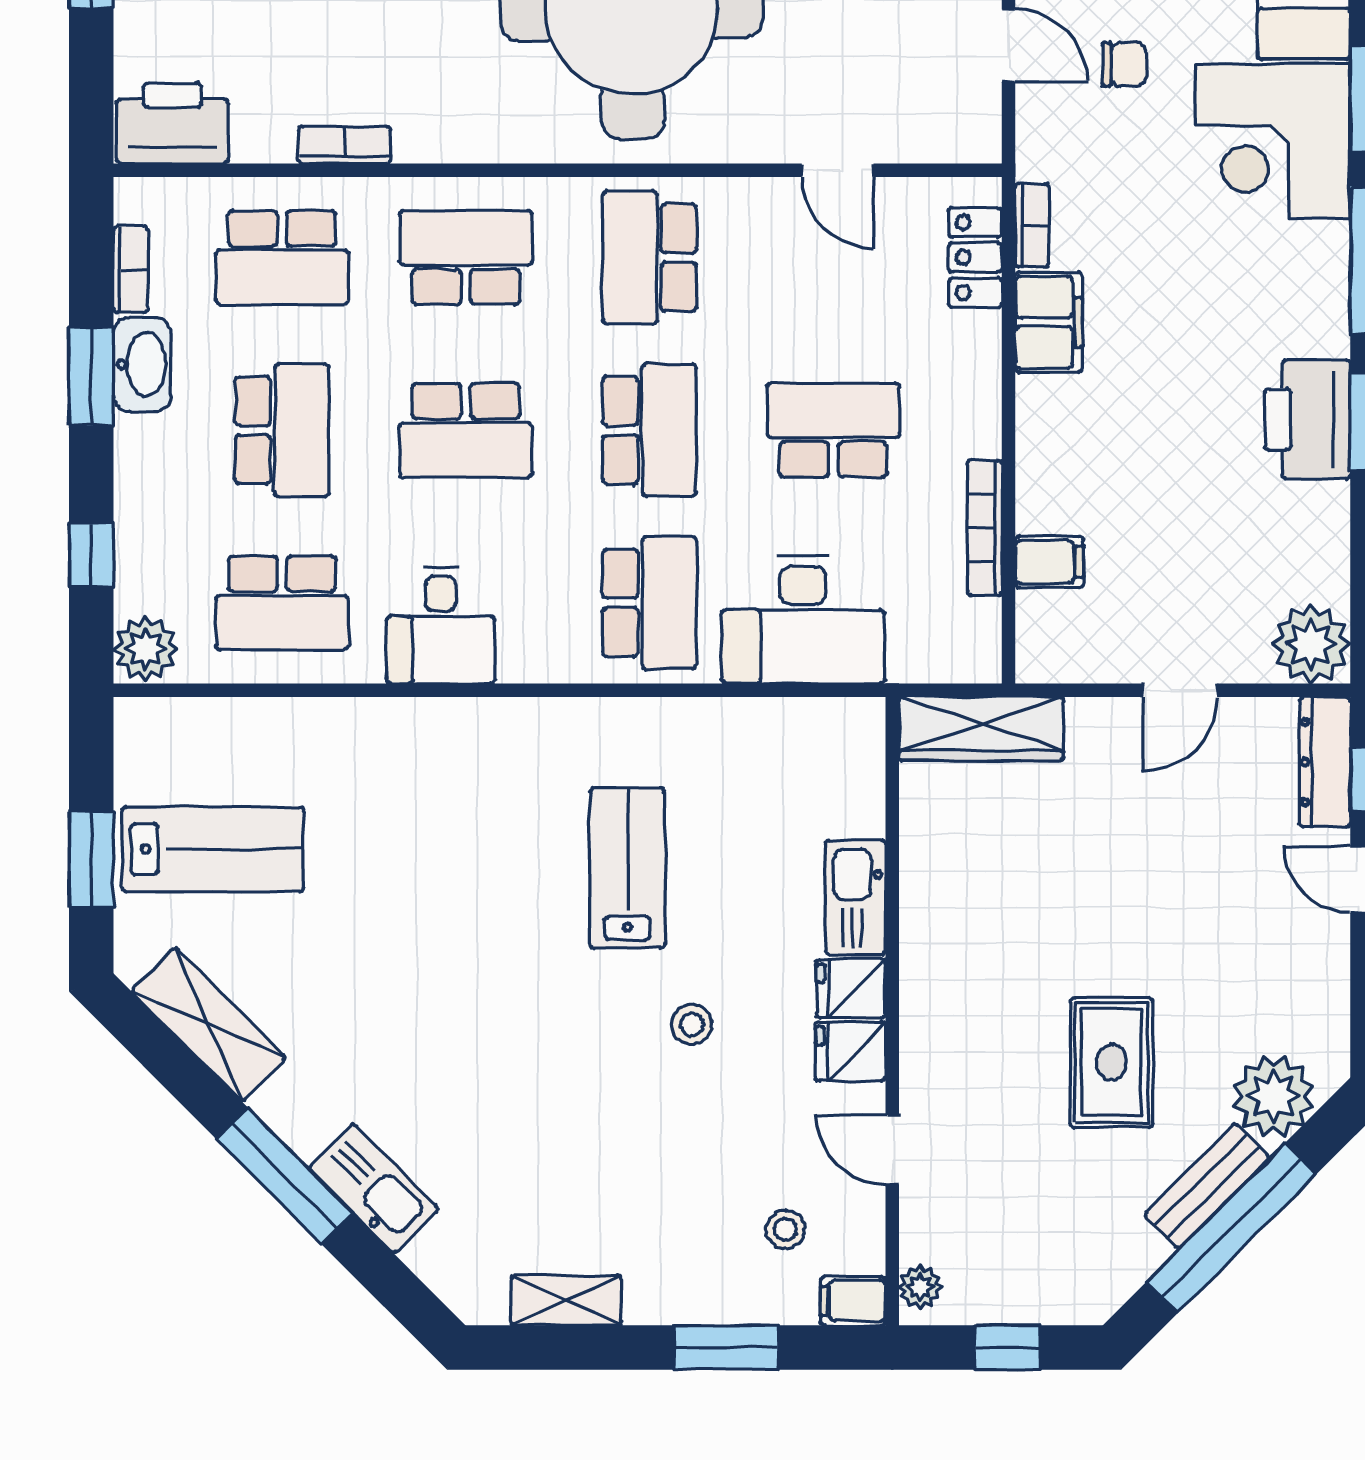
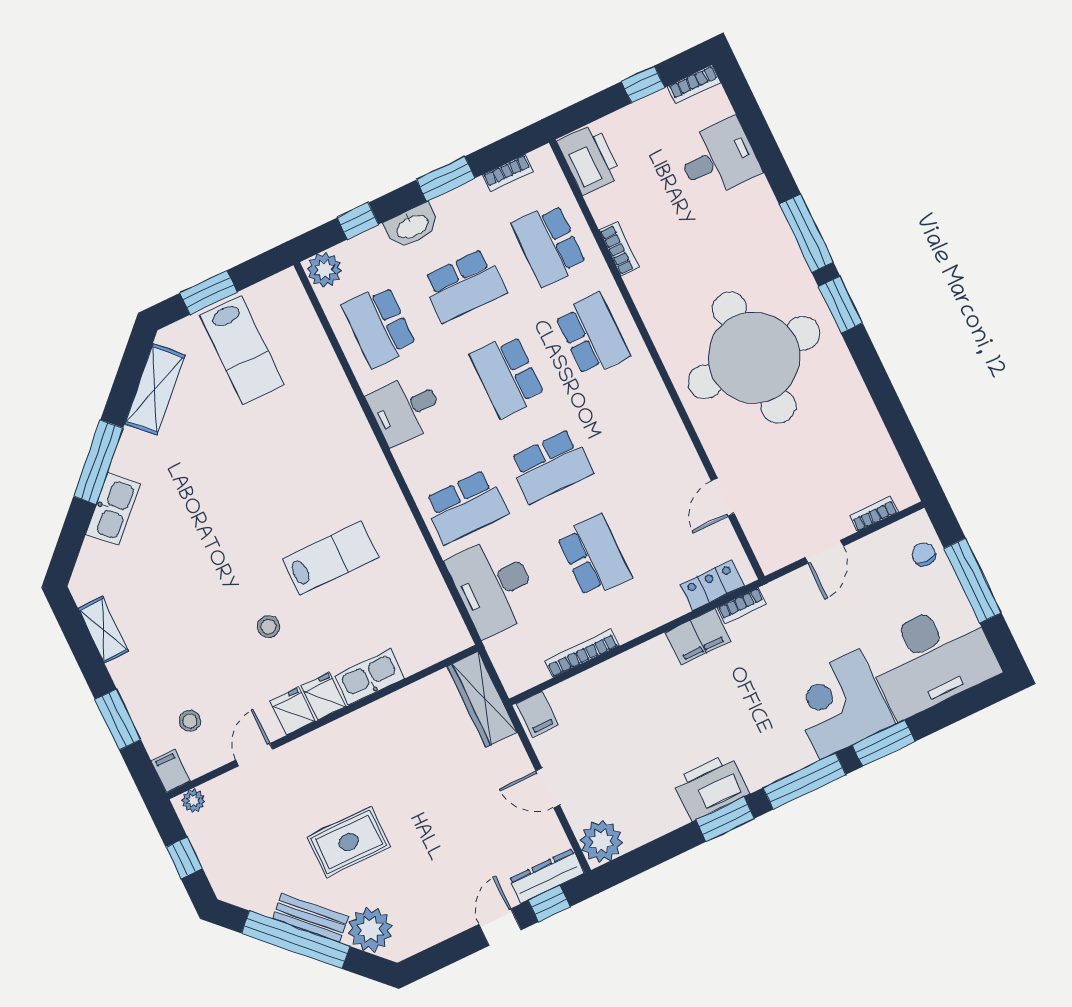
chair: (1125, 64) -> (842, 613), removed
school desk: (649, 258) -> (636, 425), removed
washbasin: (142, 364) -> (412, 226), moved
filing cabinet: (1049, 562) -> (537, 714), moved

